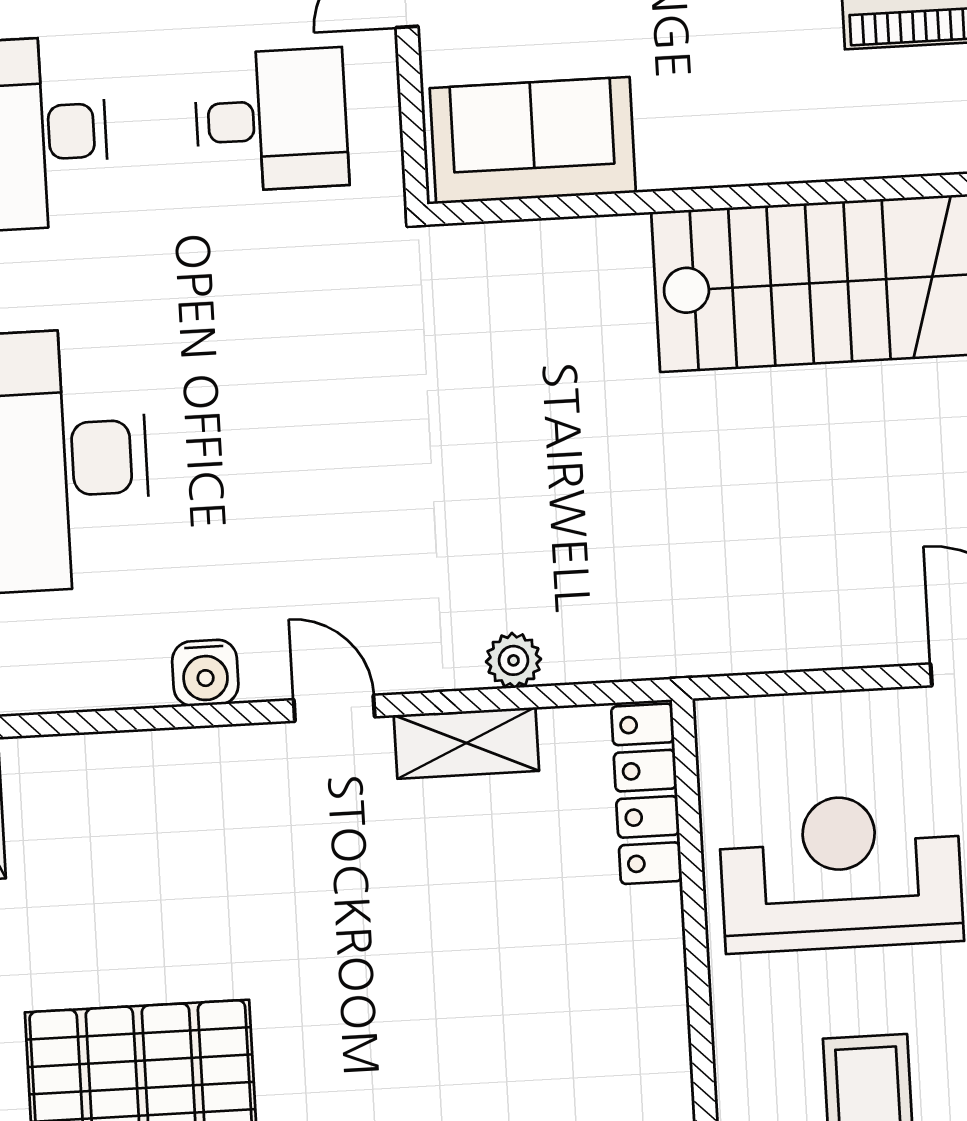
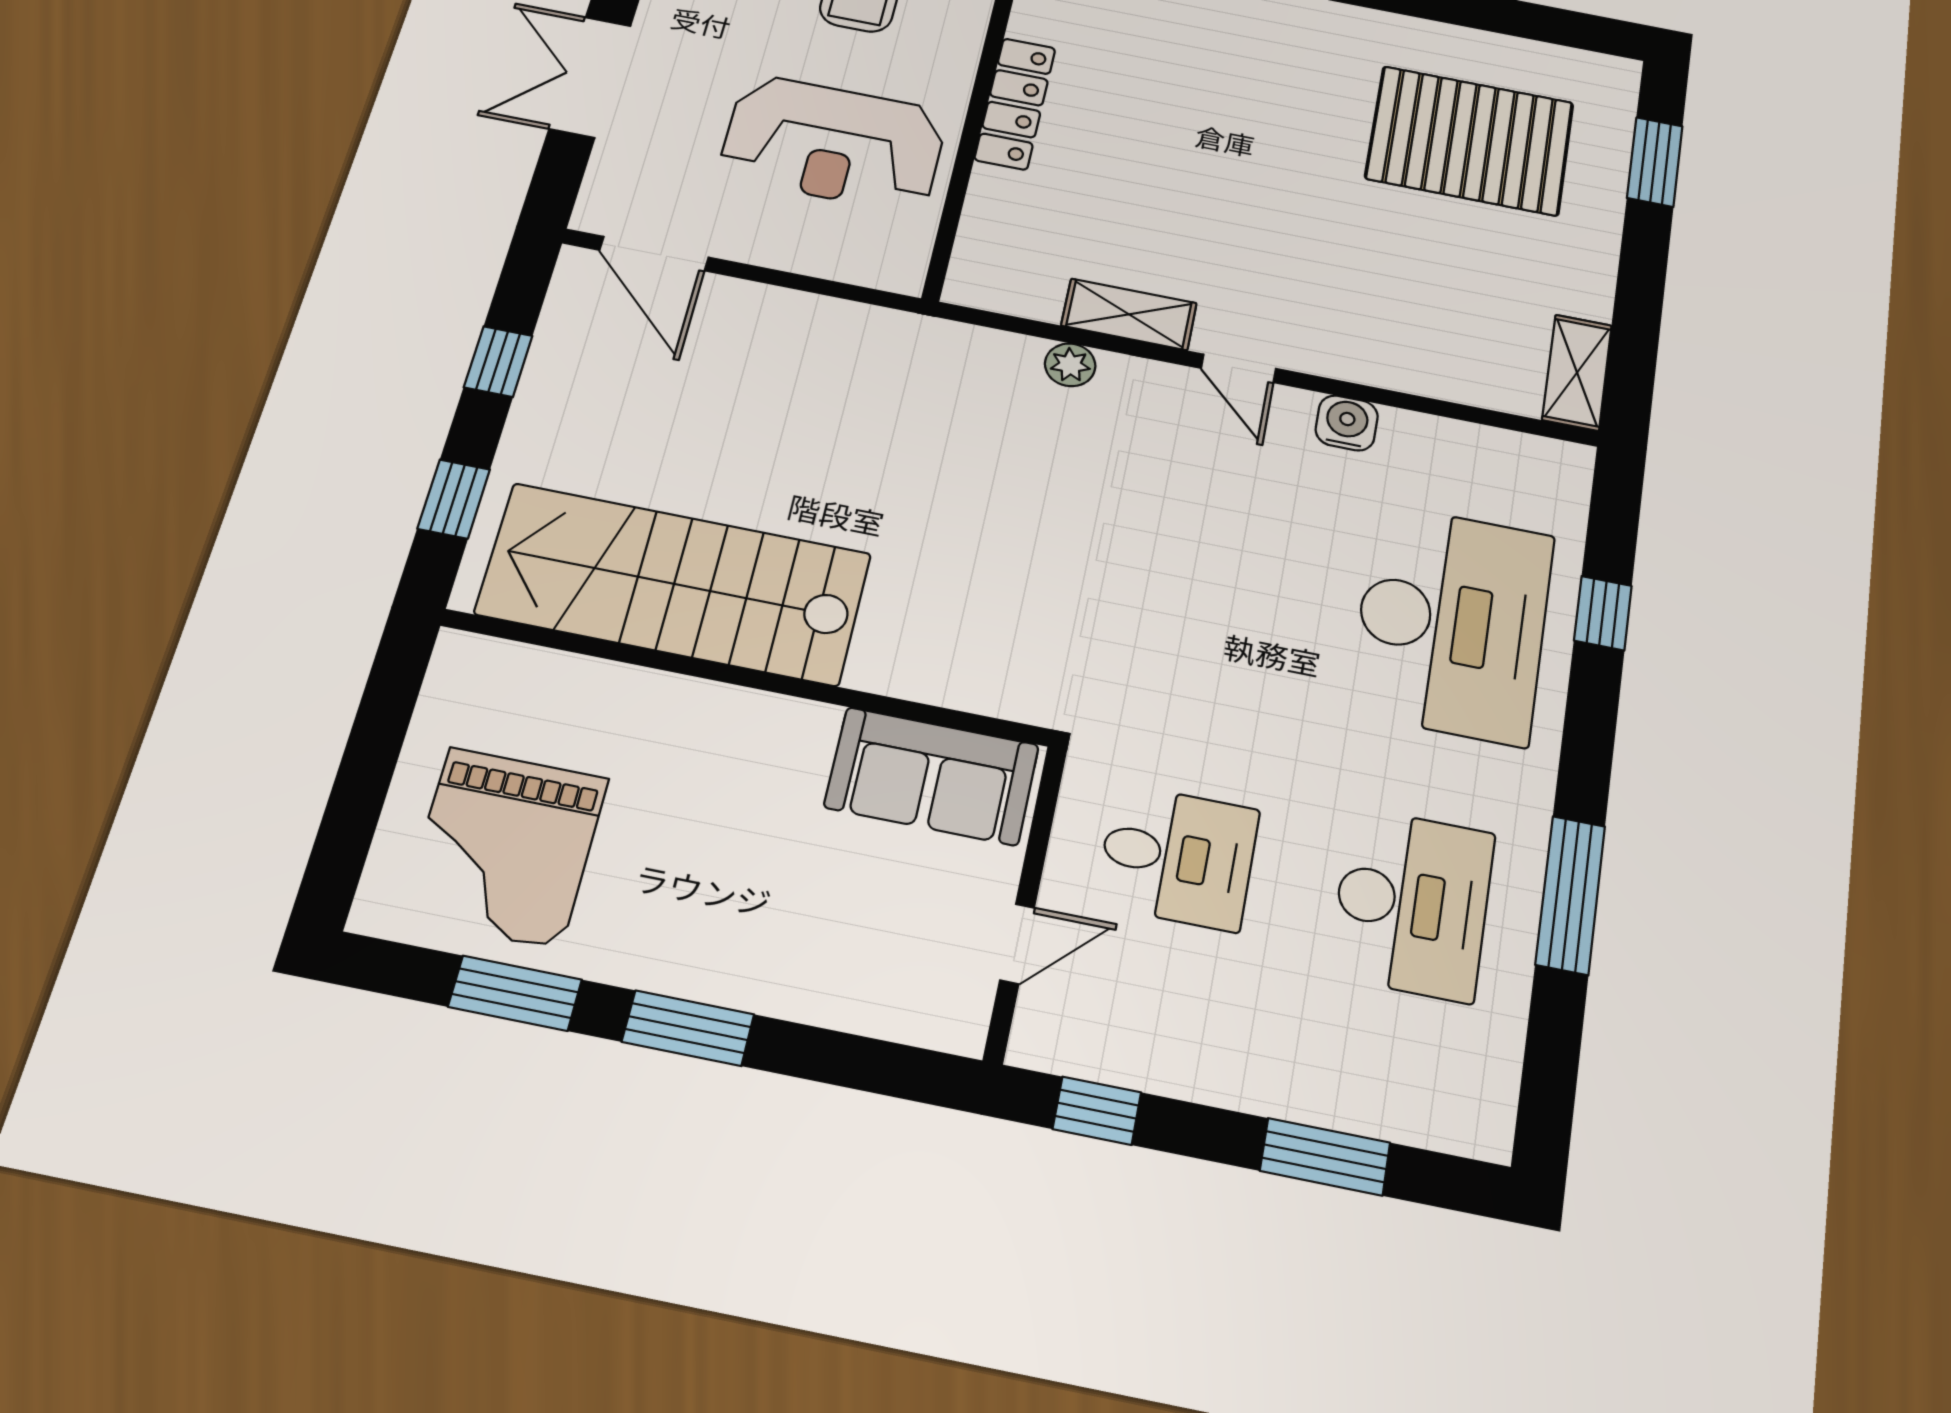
desk: (271, 120) -> (1177, 857), turned 180
locker: (647, 794) -> (1015, 104), moved

